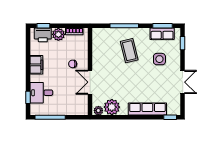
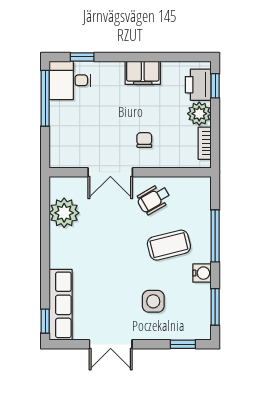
water cooler: (144, 33) -> (202, 273), added
row of seats: (162, 34) -> (200, 306), removed
wheelchair: (104, 59) -> (154, 199), added
double door: (90, 82) -> (110, 172), swing flipped
desk: (41, 93) -> (70, 80), moved, turned -90
row of seats: (147, 109) -> (61, 305), moved
plant: (98, 111) -> (58, 188), removed

